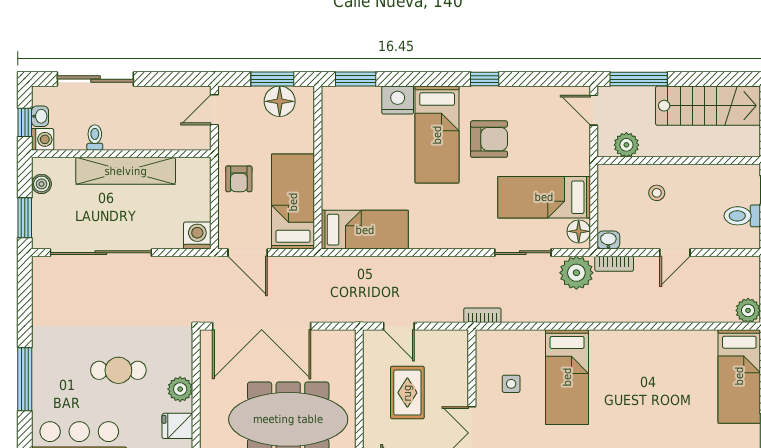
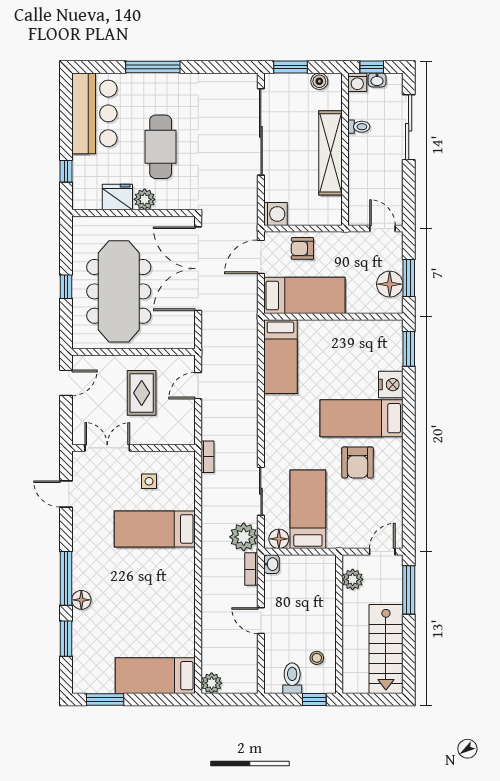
window: (485, 79) -> (409, 459), removed
armchair: (239, 179) -> (302, 248), moved
stool: (657, 193) -> (317, 658), moved
cafe table: (118, 370) -> (161, 147), width x1.37, depth x1.35
rug: (407, 393) -> (142, 393), turned 90
fridge: (177, 426) -> (117, 197), width x1.38

